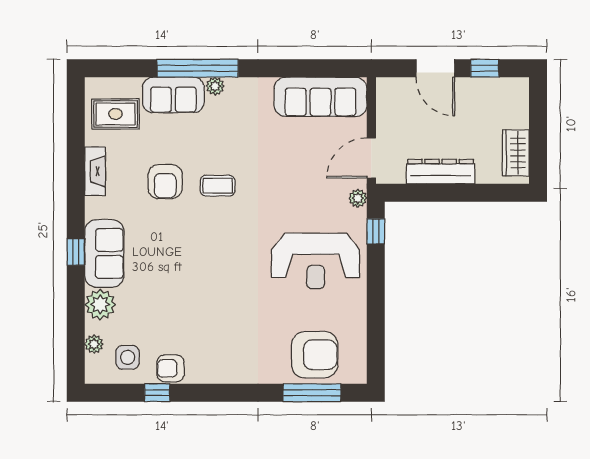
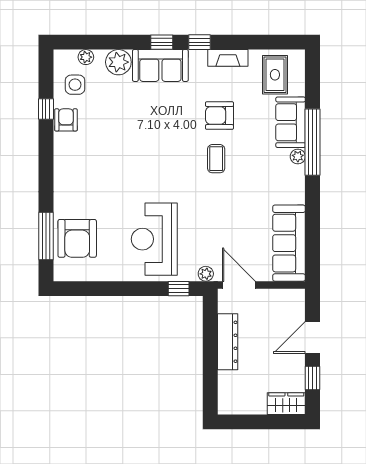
wardrobe: (516, 153) -> (286, 404), moved
window: (76, 206) -> (200, 42), added

